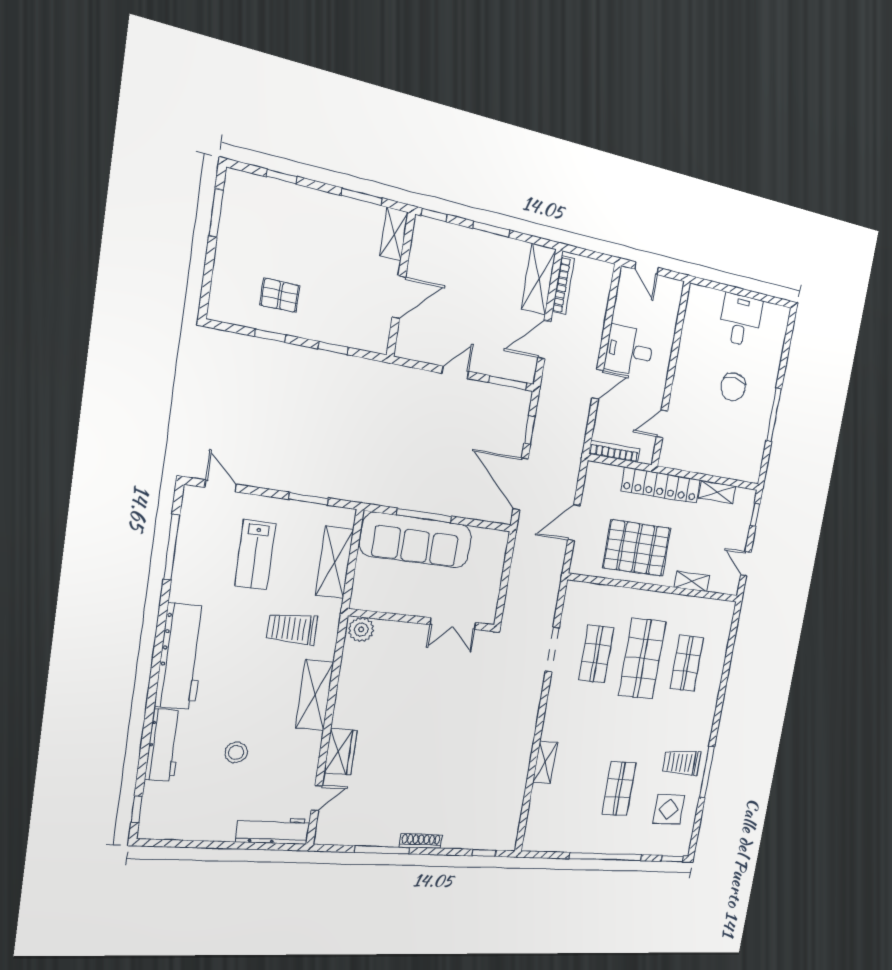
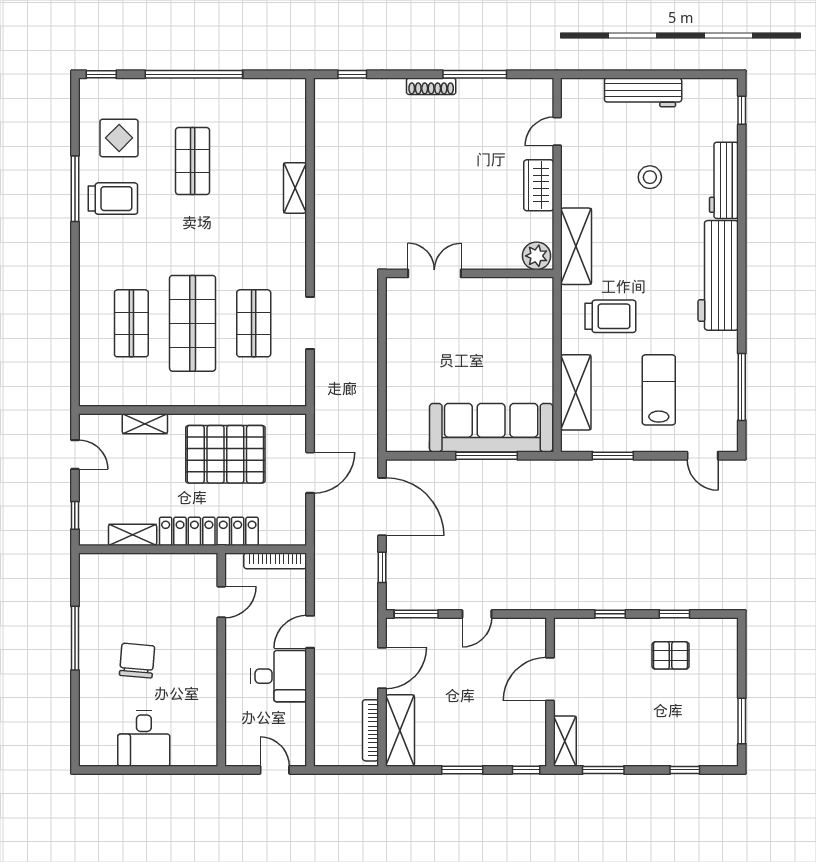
wall: (423, 620) -> (470, 273), moved
double door: (453, 624) -> (434, 273), moved
plant: (361, 630) -> (537, 256), moved
workbench: (273, 831) -> (643, 92), moved

